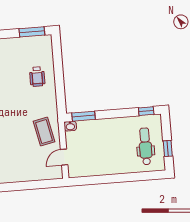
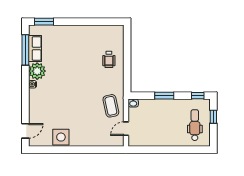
window: (32, 32) -> (107, 22), removed
window: (84, 116) -> (164, 96), moved
window: (168, 148) -> (213, 117), moved

